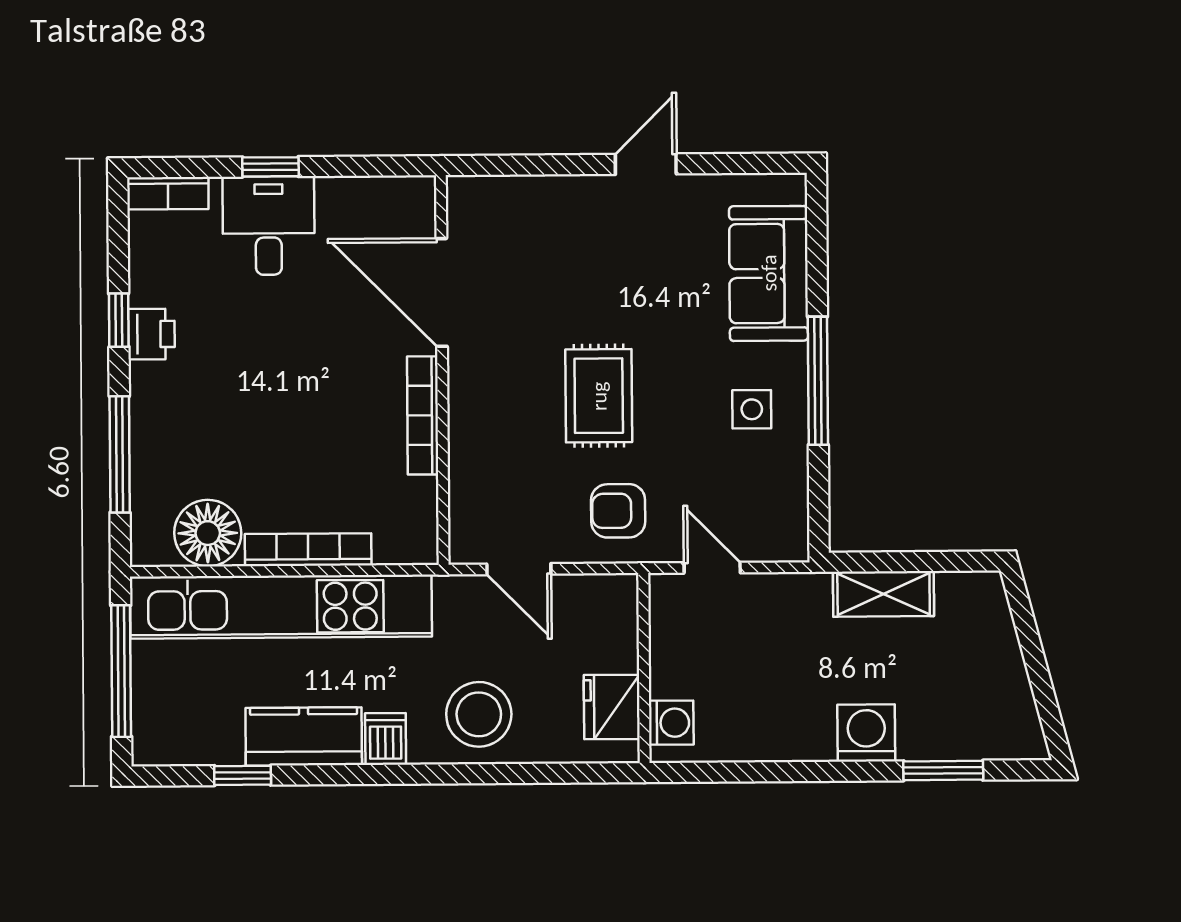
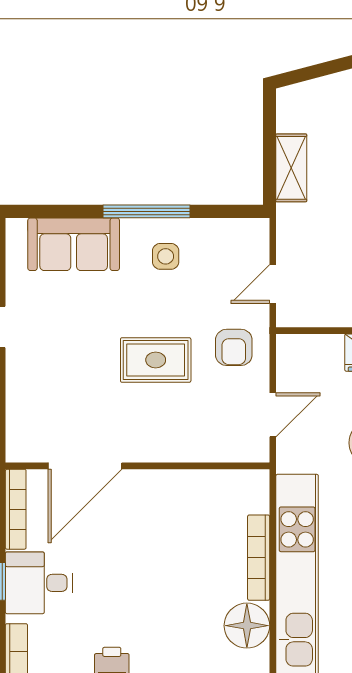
bookcase: (423, 415) -> (16, 509), moved, turned -90

